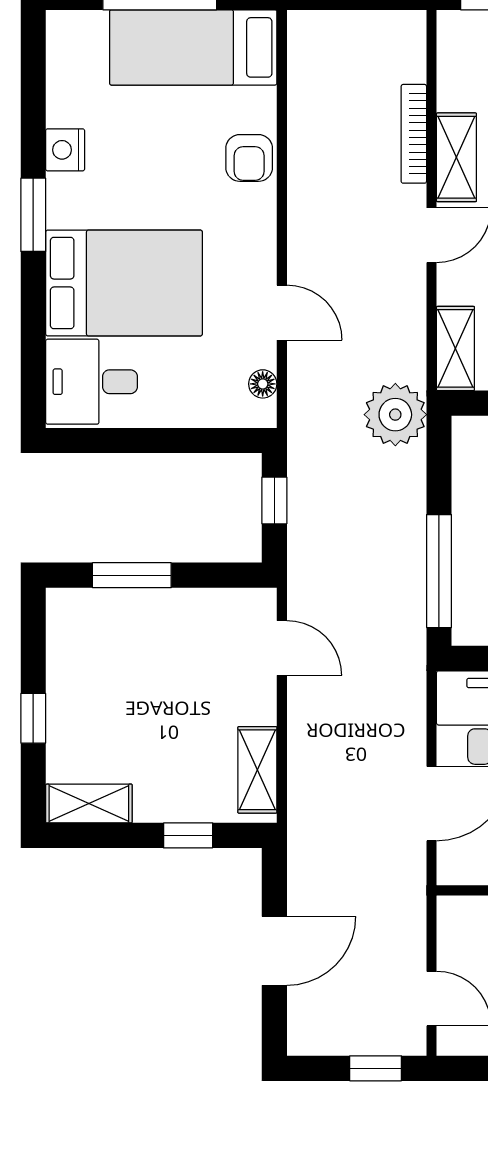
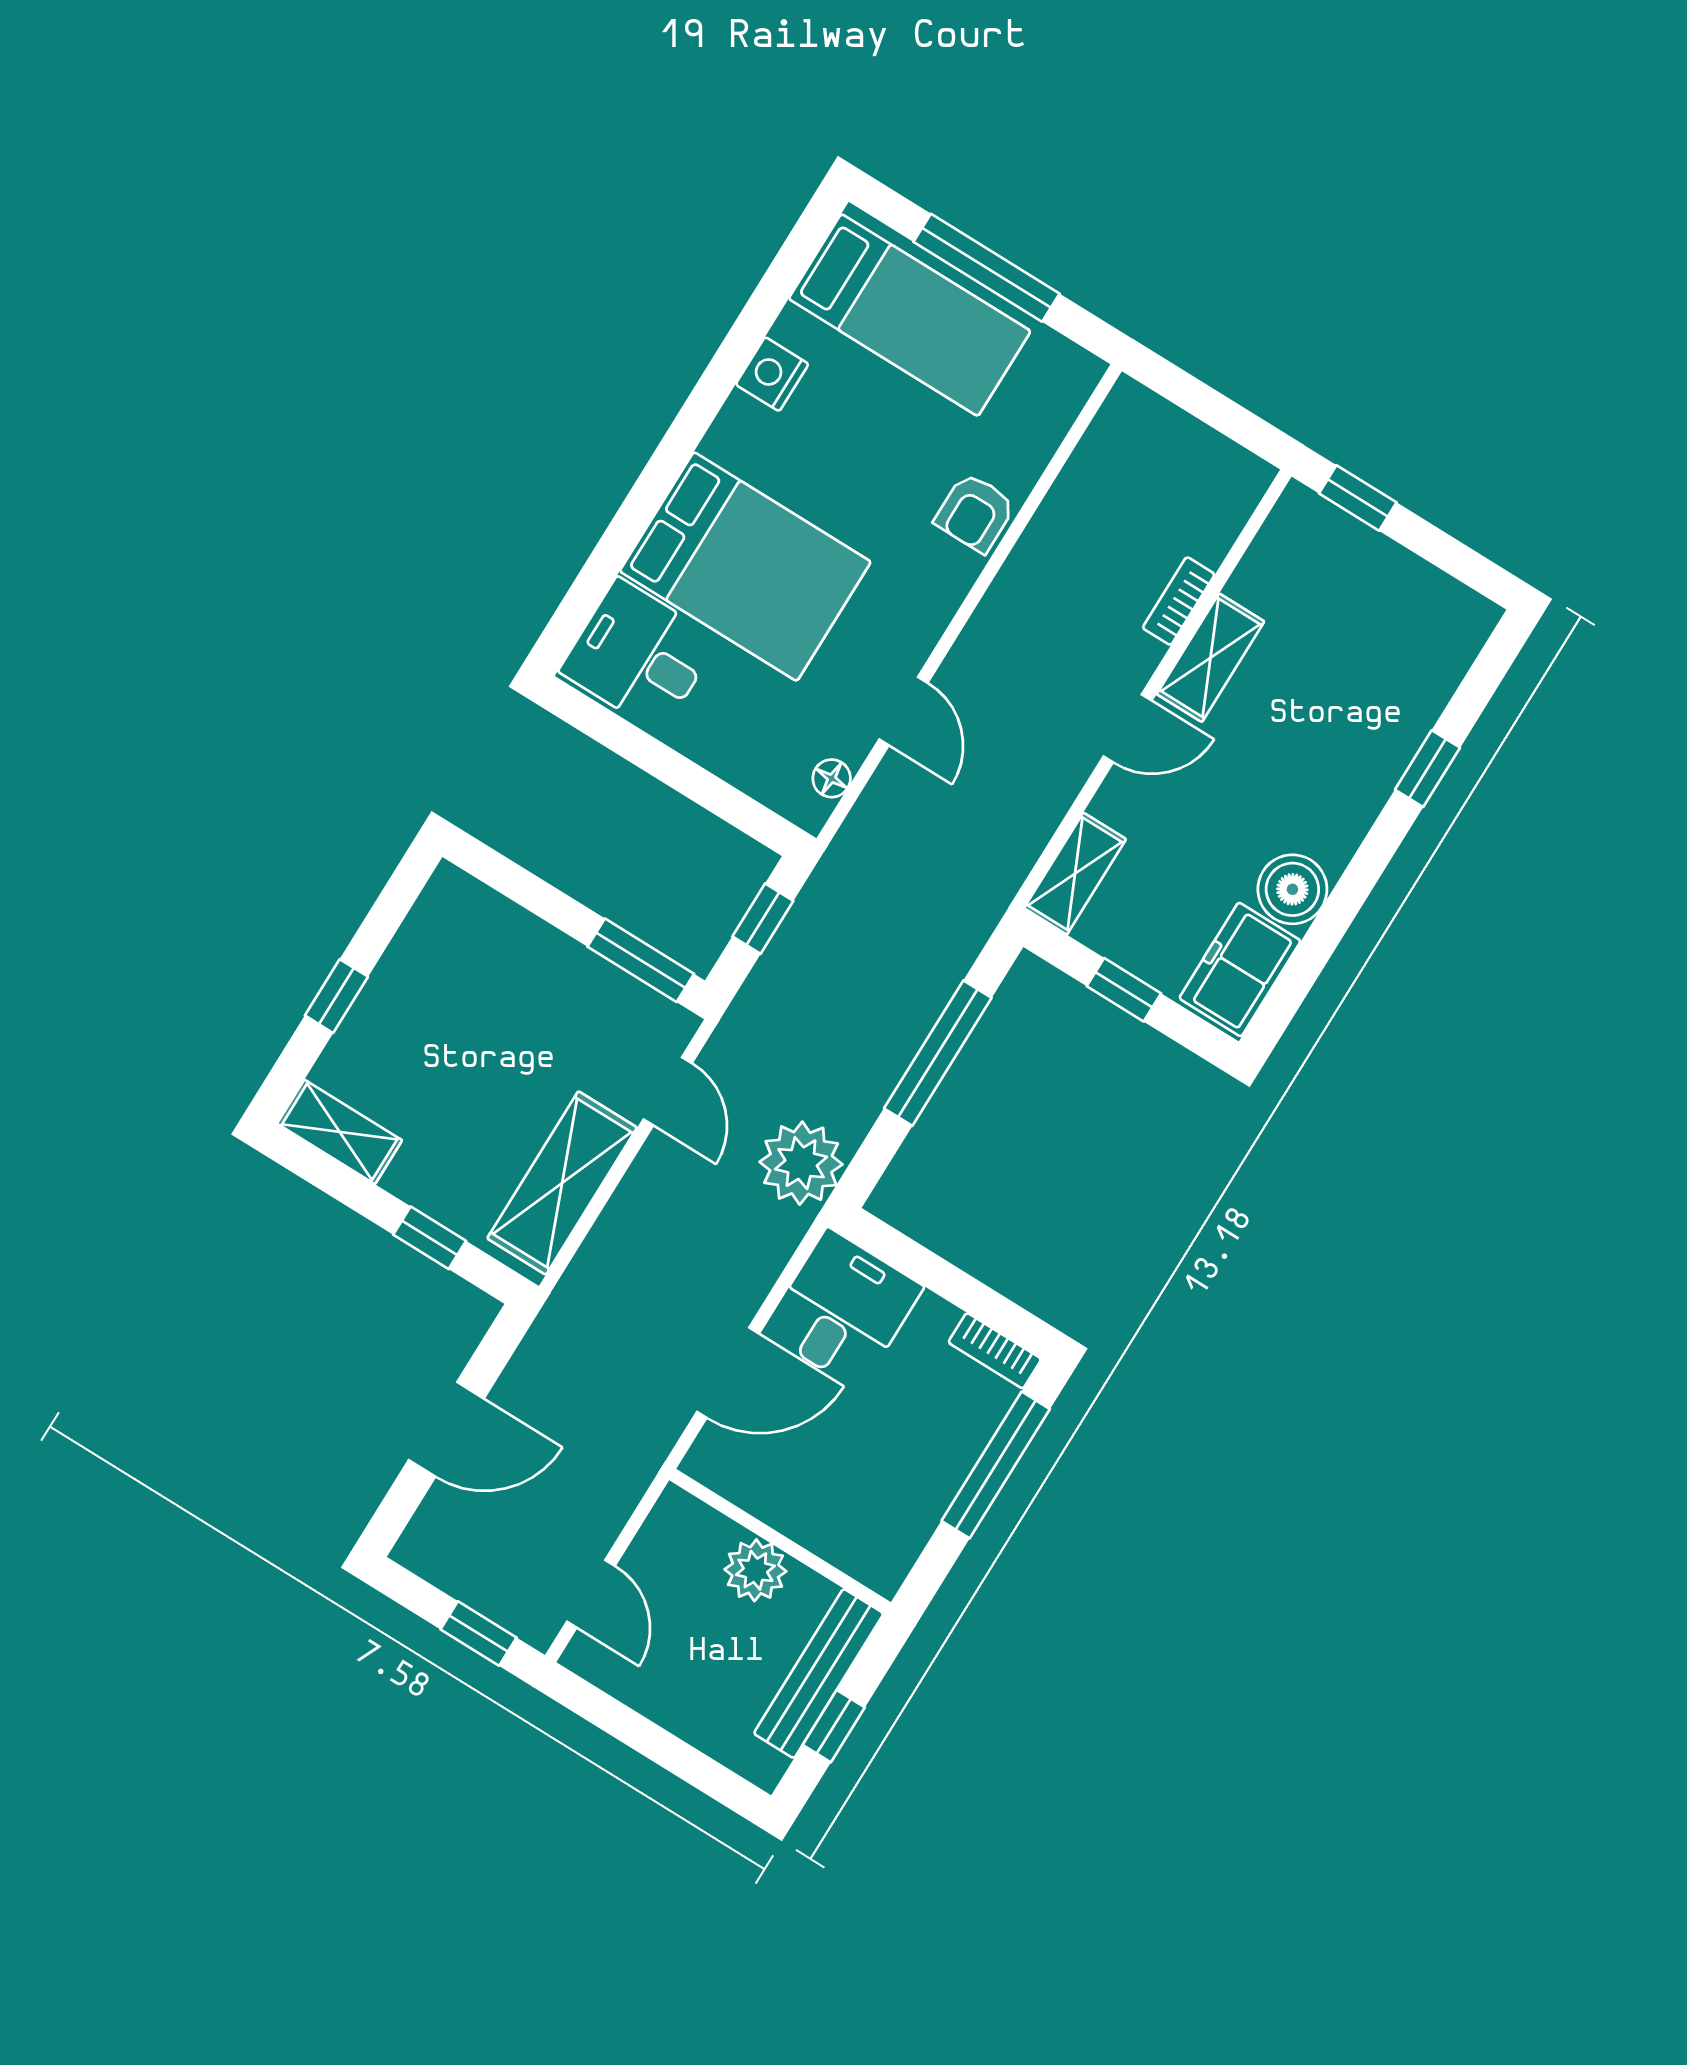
bed: (193, 47) -> (910, 315), moved, turned 180
bookcase: (414, 134) -> (1179, 601), width x0.64
window: (33, 215) -> (690, 425), removed
plant: (395, 415) -> (801, 1163), moved
window: (439, 571) -> (938, 1053), moved
window: (132, 575) -> (641, 960), moved
shelving: (257, 770) -> (562, 1183), width x1.50, depth x1.33

